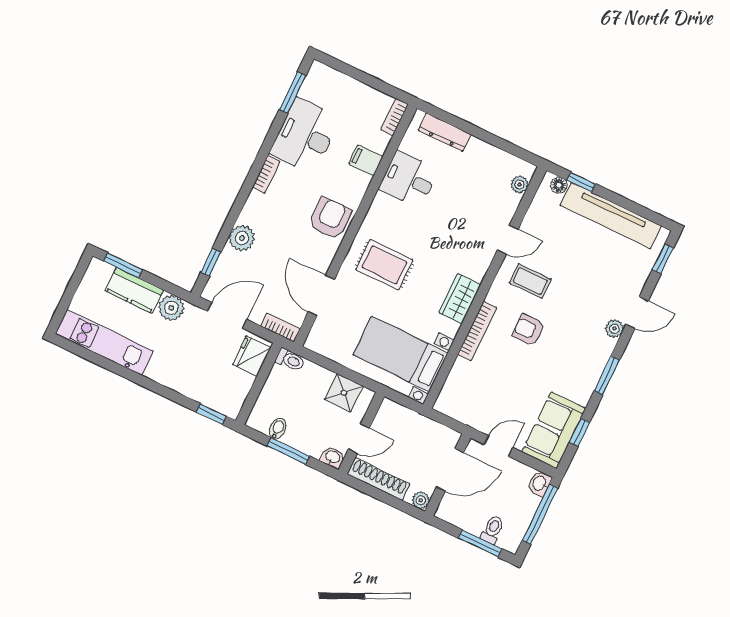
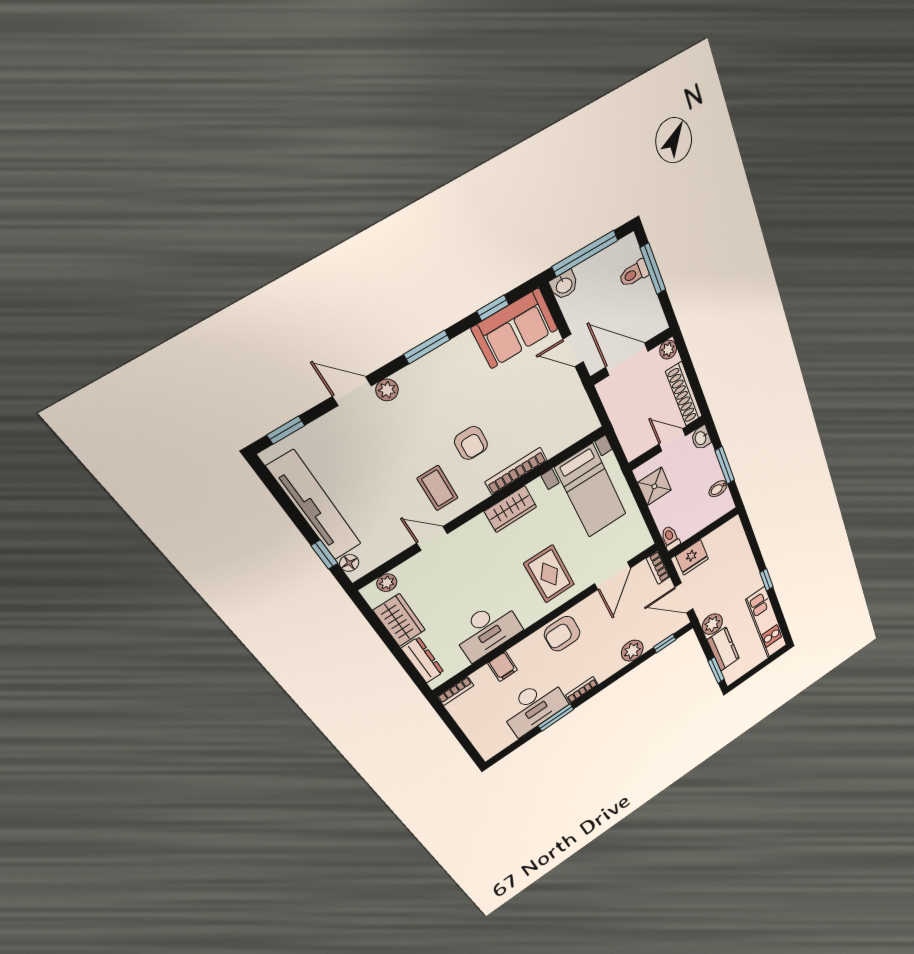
window: (293, 92) -> (556, 718), moved
wardrobe: (488, 158) -> (399, 620), added
desk: (409, 179) -> (487, 630), width x1.37
window: (211, 414) -> (767, 580), moved

